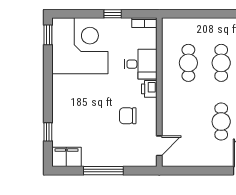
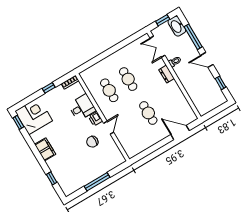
corner desk: (80, 46) -> (34, 116), width x0.74, depth x0.74
door: (159, 146) -> (109, 128), moved
filing cabinet: (66, 157) -> (45, 149), moved, turned 90

